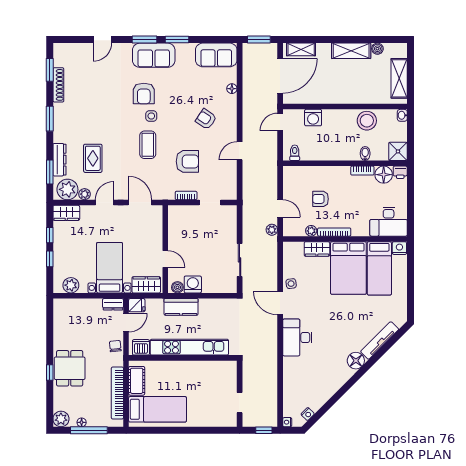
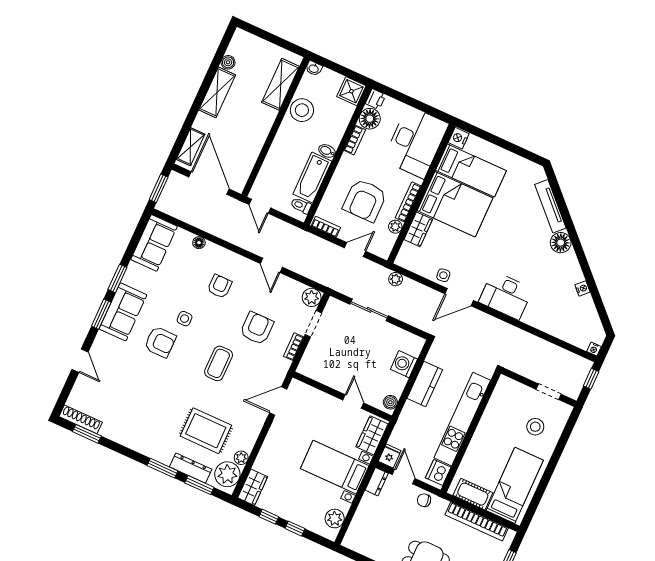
shelving: (399, 78) -> (281, 84), moved, turned 90
shoe rack: (58, 85) -> (81, 419), moved
side table: (151, 116) -> (185, 319), moved
washing machine: (313, 118) -> (272, 168), removed
window: (50, 119) -> (162, 468), moved
armchair: (206, 119) -> (220, 286), turned 146
coffee table: (148, 145) -> (219, 363), turned 90
bathtub: (320, 152) -> (312, 178), added
bidet: (365, 154) -> (327, 151), moved
rug: (93, 158) -> (206, 431), width x1.36, depth x1.43
bookcase: (287, 179) -> (326, 227), added
plant: (229, 192) -> (312, 297), added
armchair: (321, 199) -> (365, 200), width x1.88, depth x1.88
door: (105, 202) -> (260, 440), removed
desk: (389, 222) -> (416, 142), width x1.36, depth x1.30
plant: (272, 230) -> (396, 279), moved
door: (165, 259) -> (353, 401), hinge flipped
sliding door: (240, 260) -> (369, 310), moved
washing machine: (193, 284) -> (404, 364), moved
kitchen counter: (181, 307) -> (425, 384), moved
stool: (209, 405) -> (535, 427), added
nightstand: (308, 414) -> (582, 288), moved

